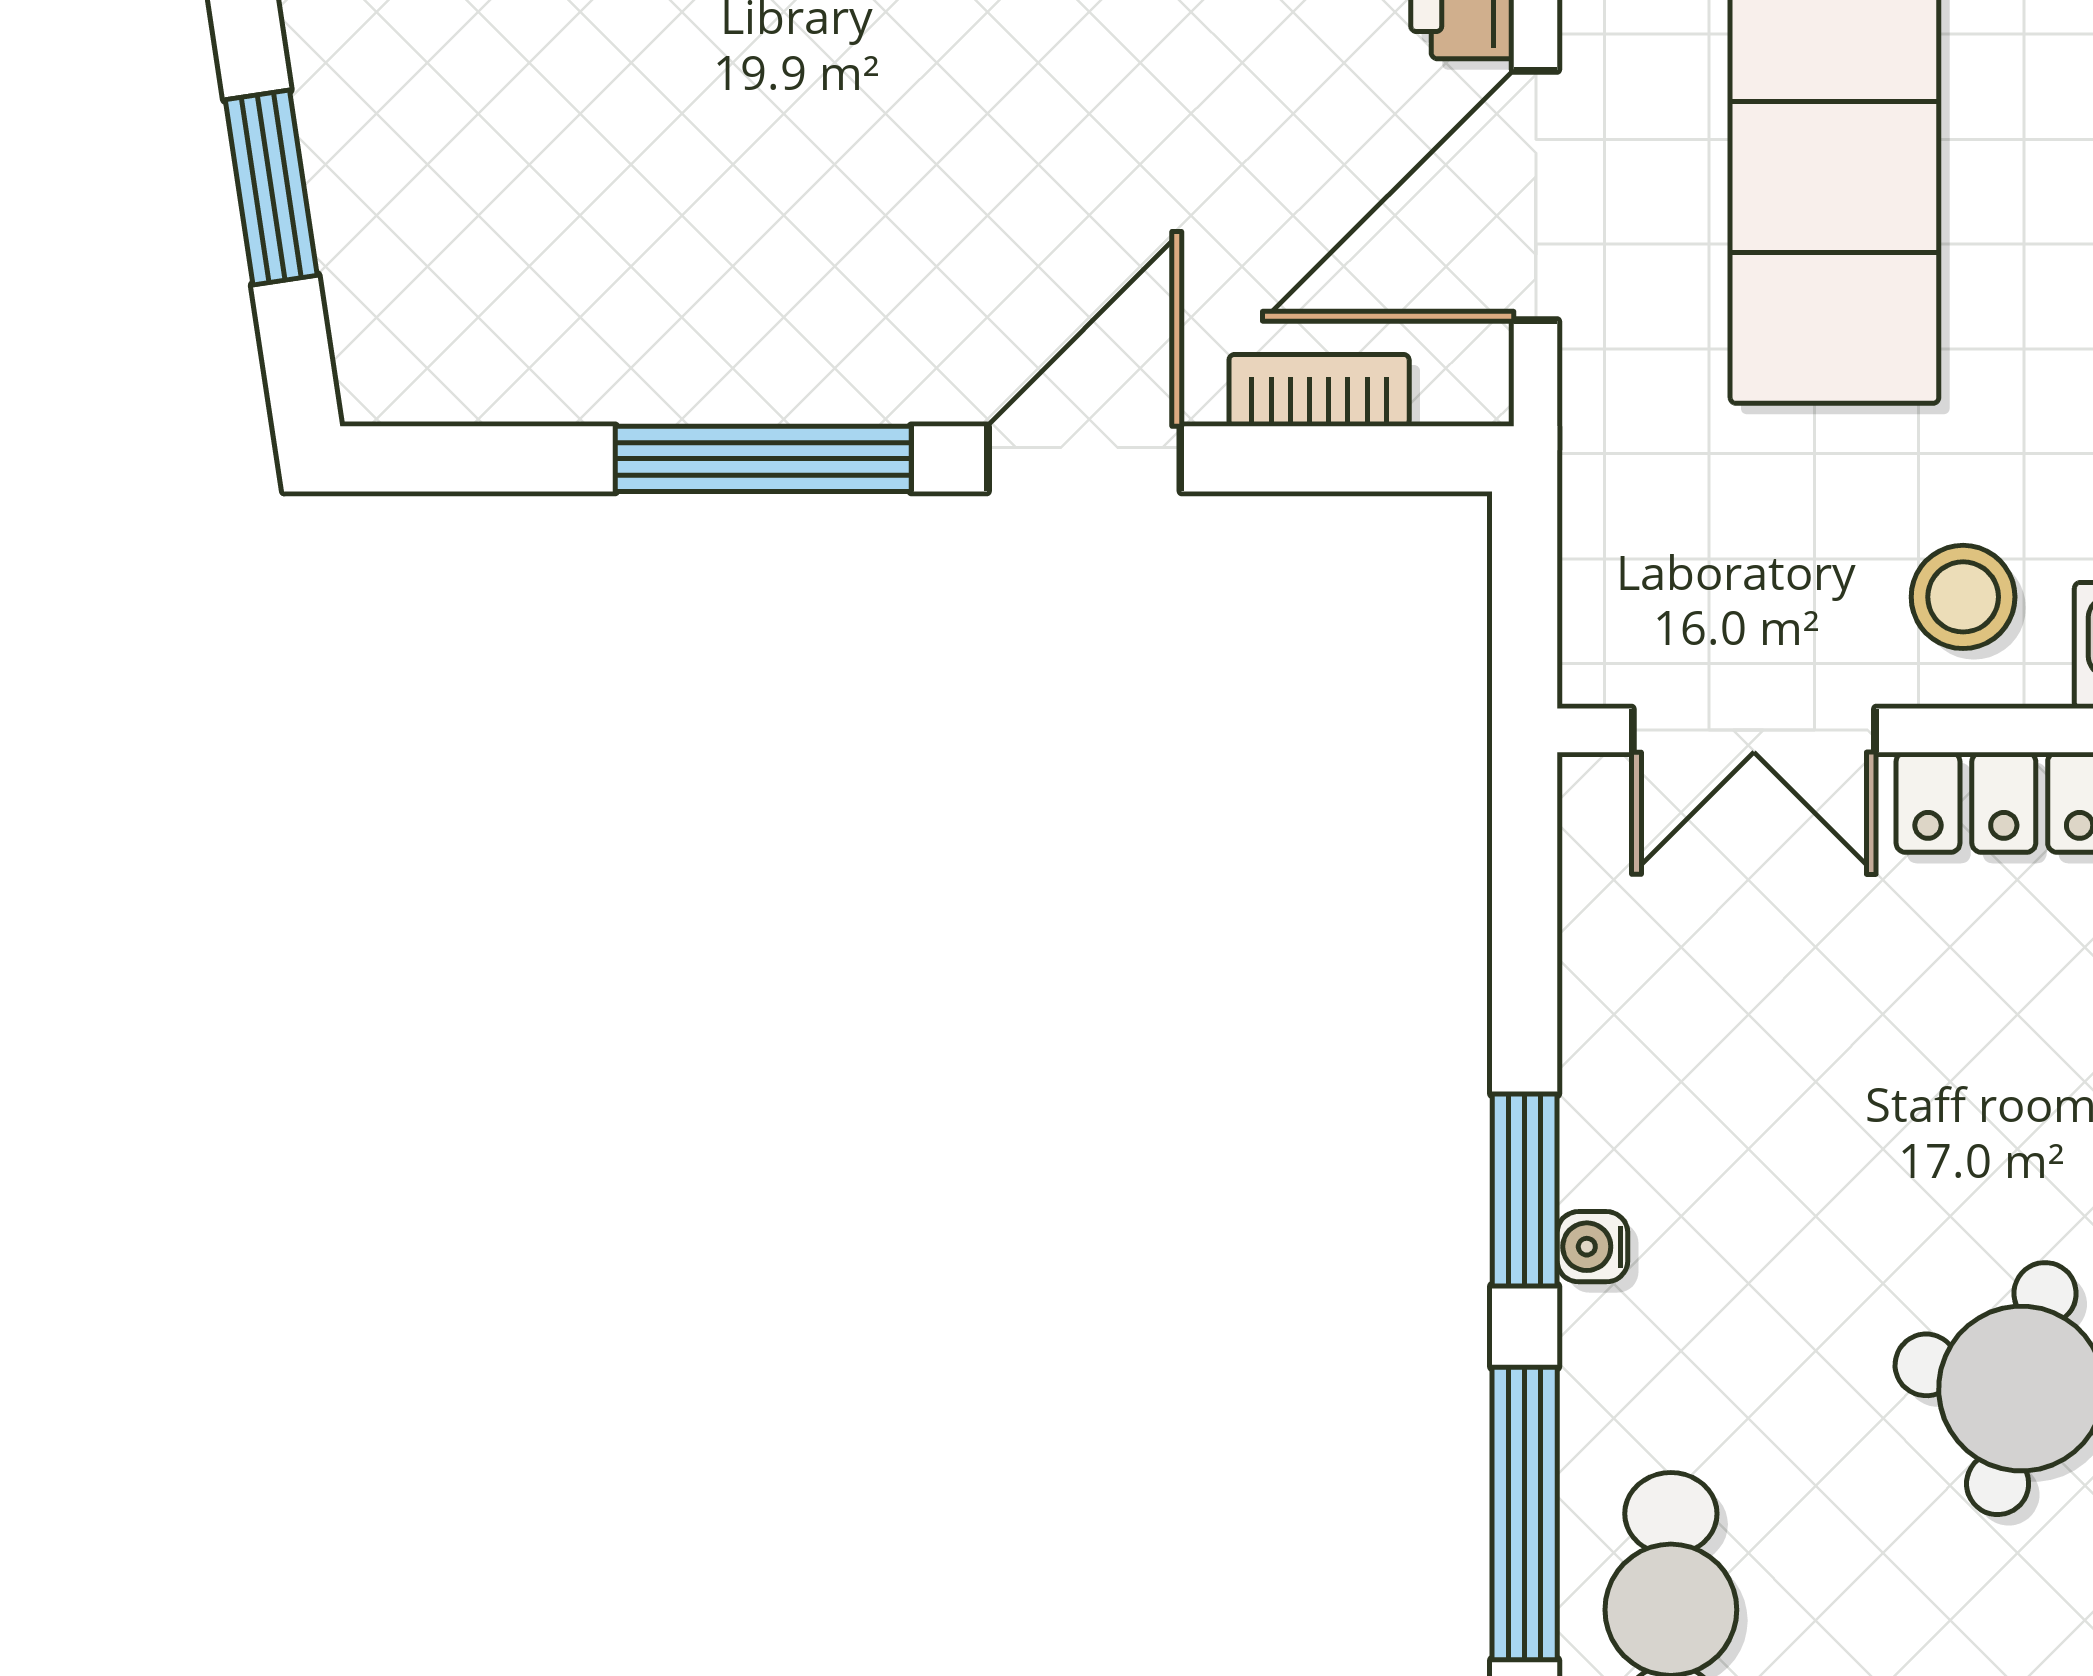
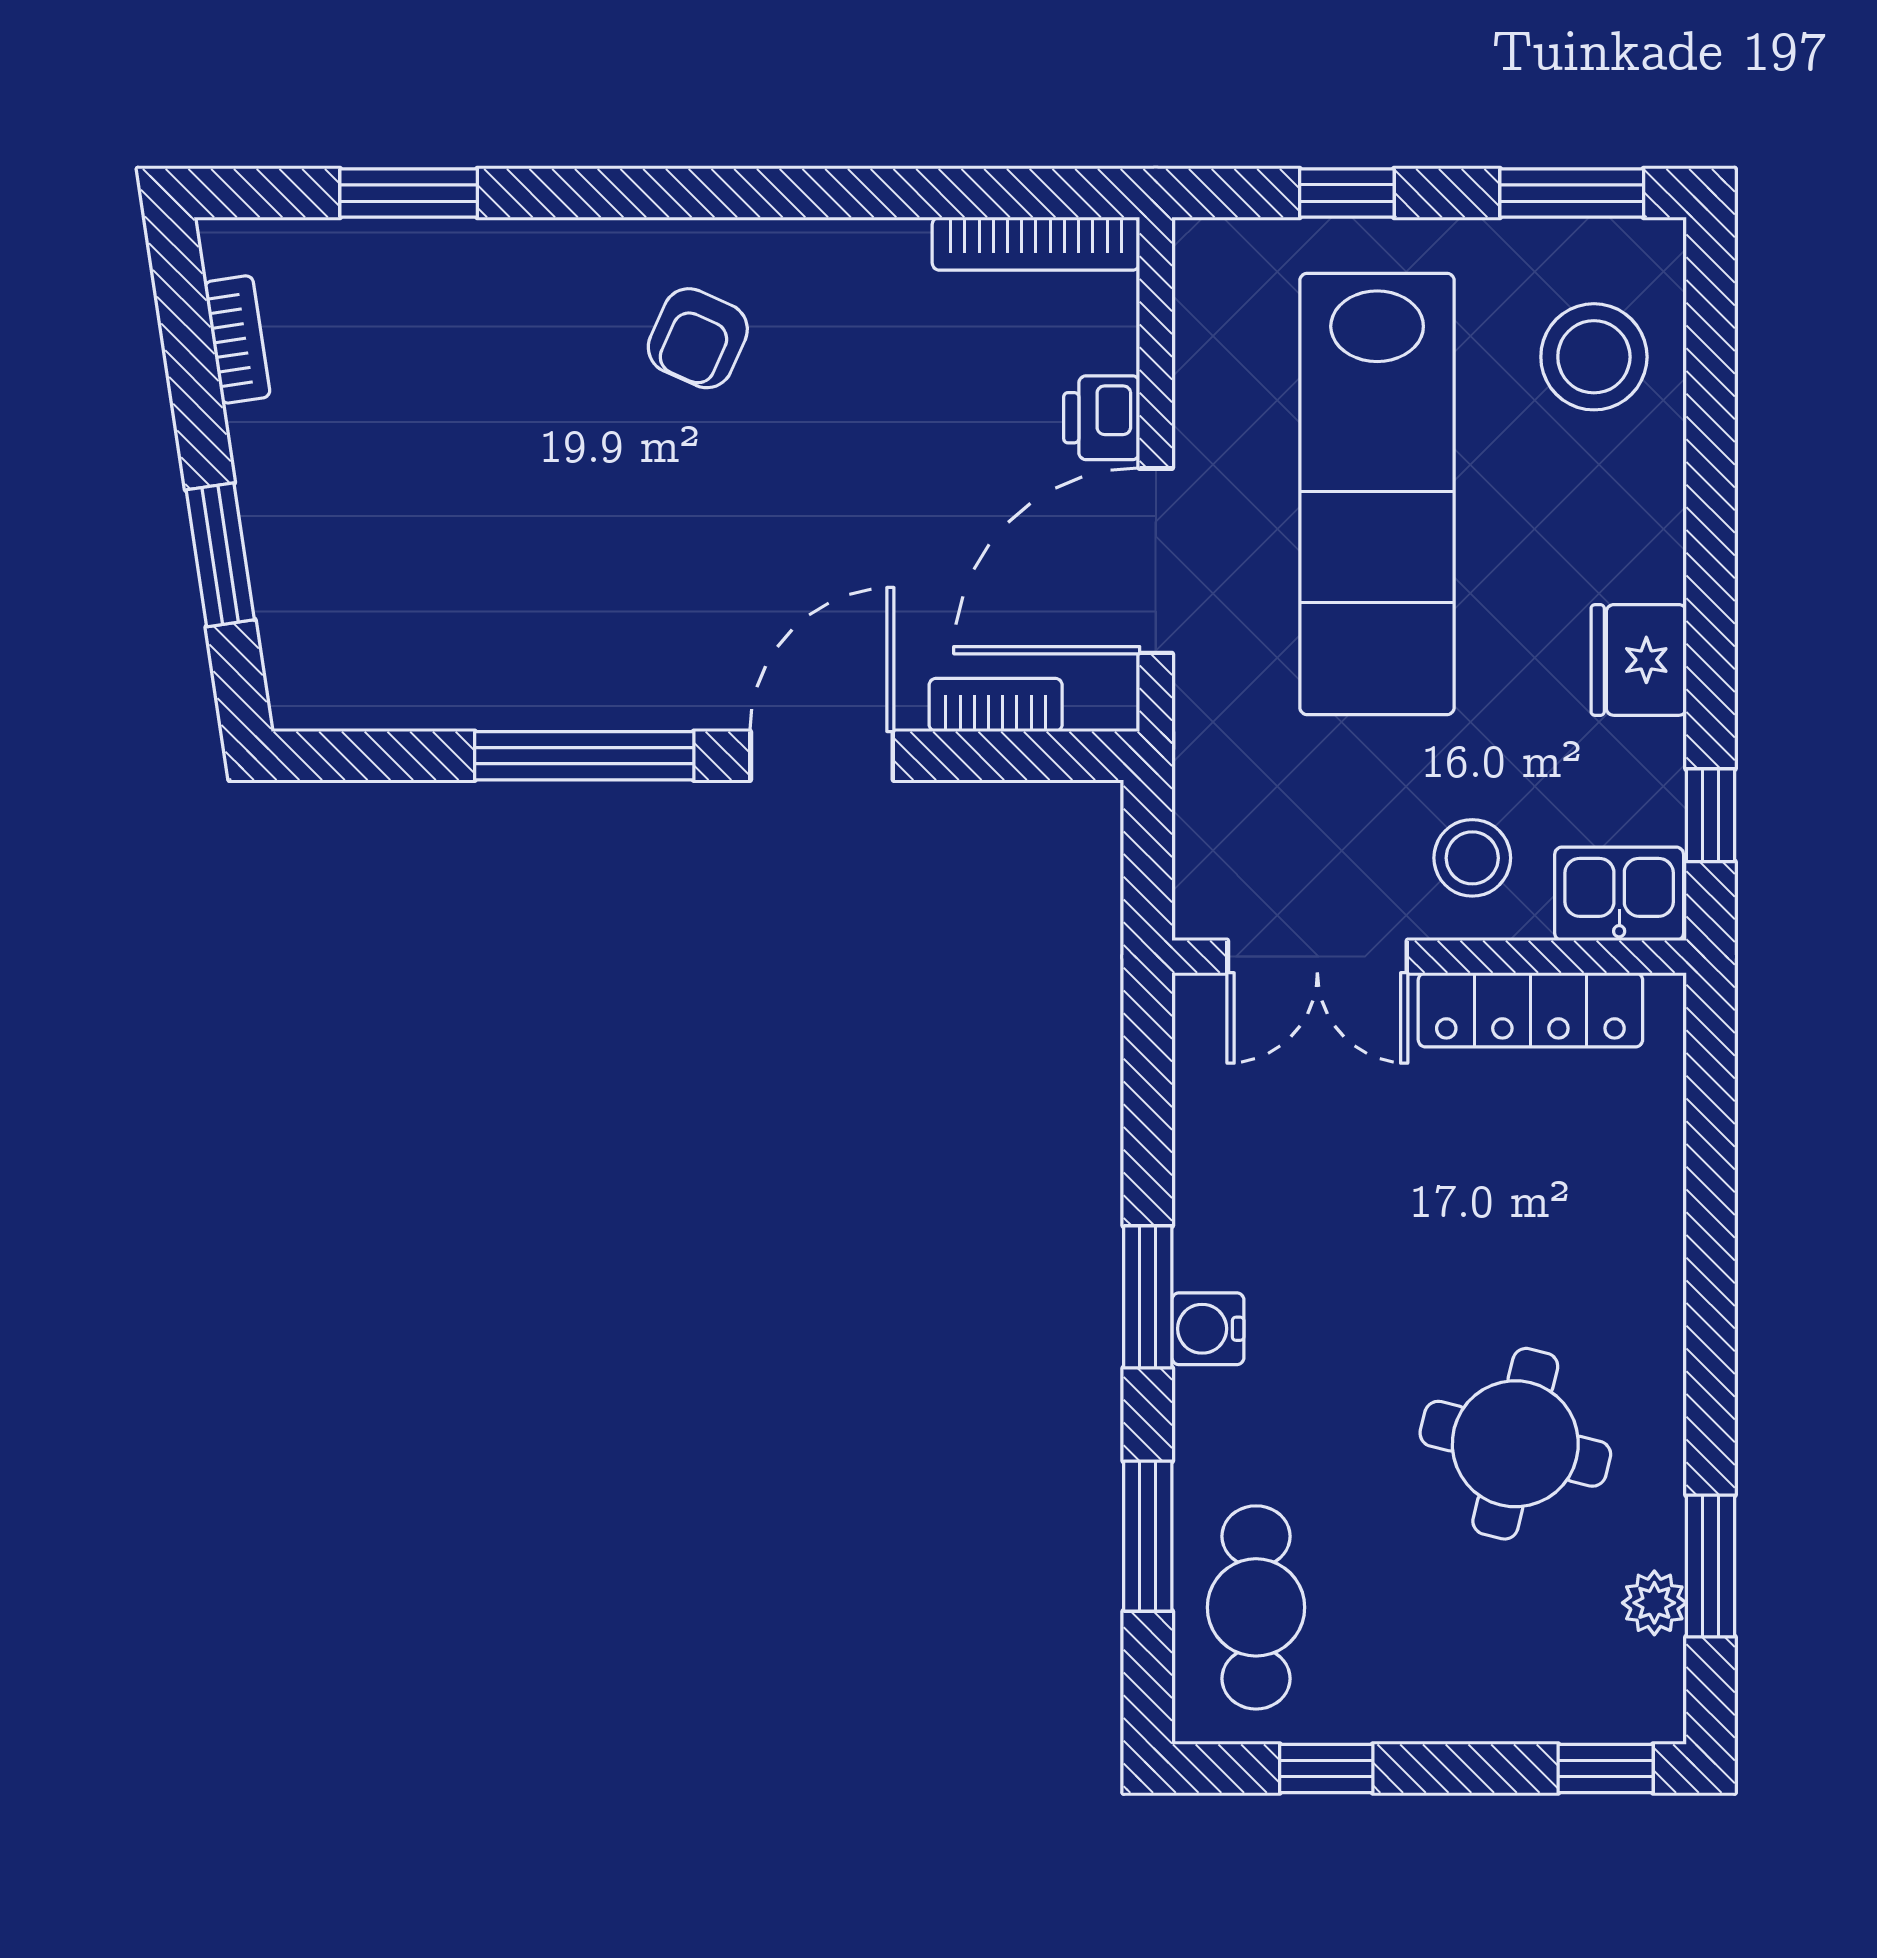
water cooler: (1592, 1247) -> (1208, 1329), width x1.38, depth x1.38
window: (1525, 1513) -> (1148, 1536), width x0.69

